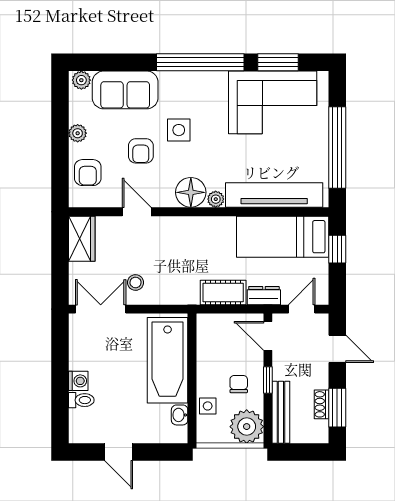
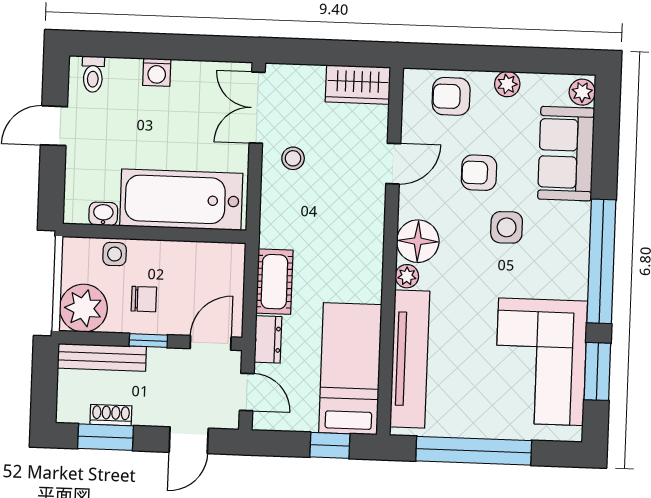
double door: (101, 309) -> (257, 108), swing flipped
toilet: (81, 400) -> (93, 74), moved

